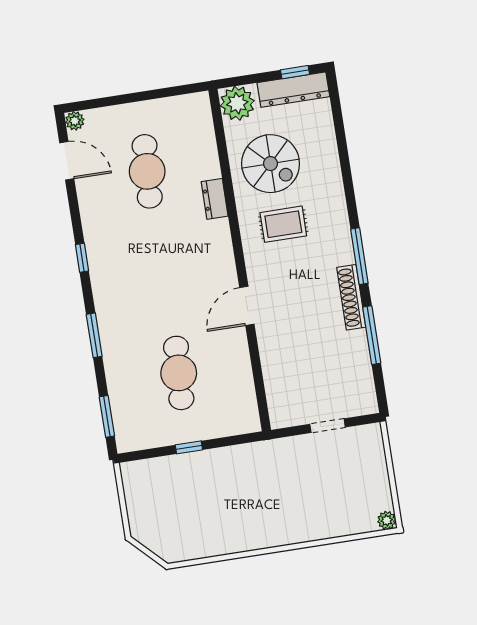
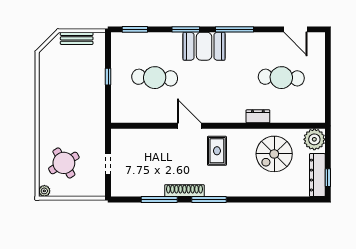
plant: (75, 121) -> (319, 38), removed
door: (67, 161) -> (295, 29), hinge flipped
rug: (283, 224) -> (217, 151), moved
window: (82, 258) -> (235, 29), width x2.17
booth: (117, 302) -> (204, 46), added
round table: (337, 496) -> (64, 163), added
bench: (136, 507) -> (77, 38), added

